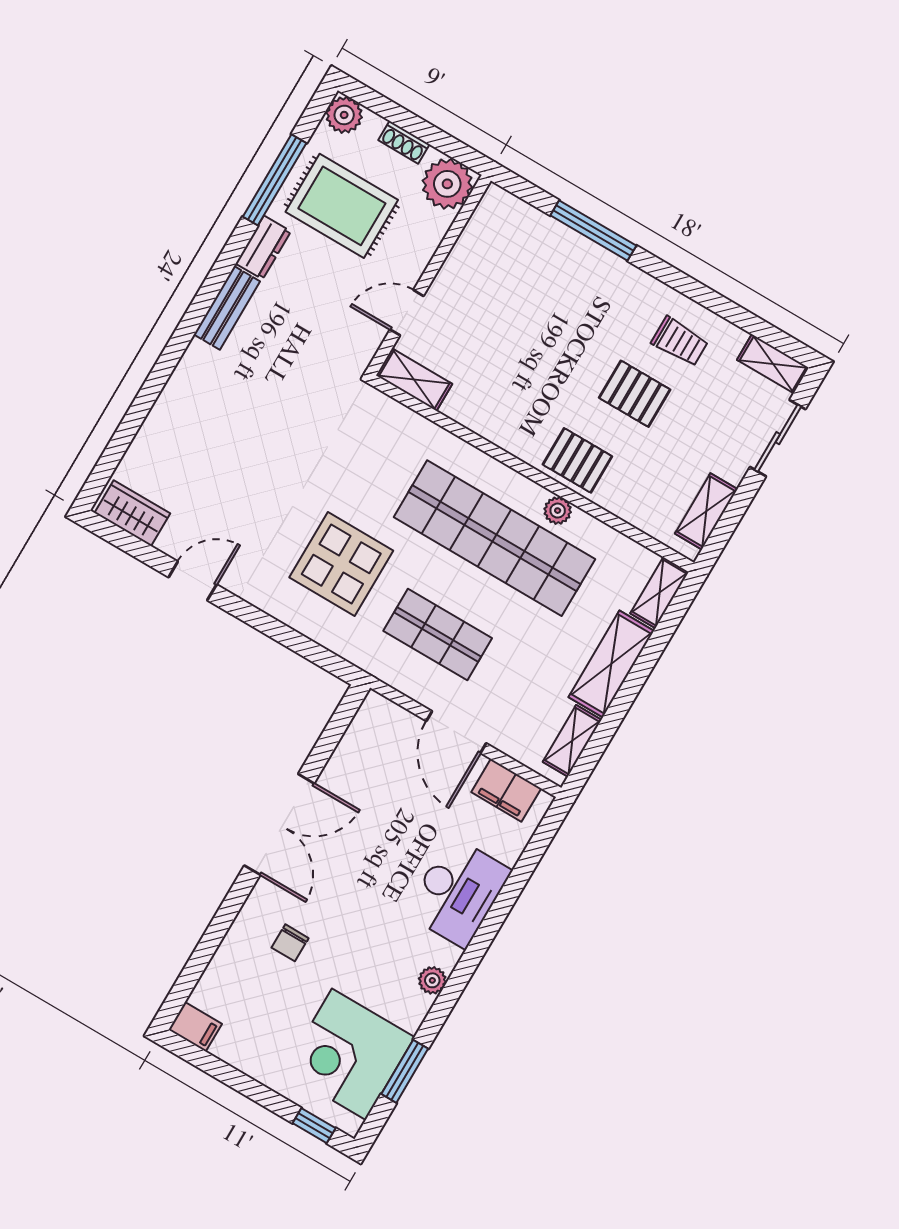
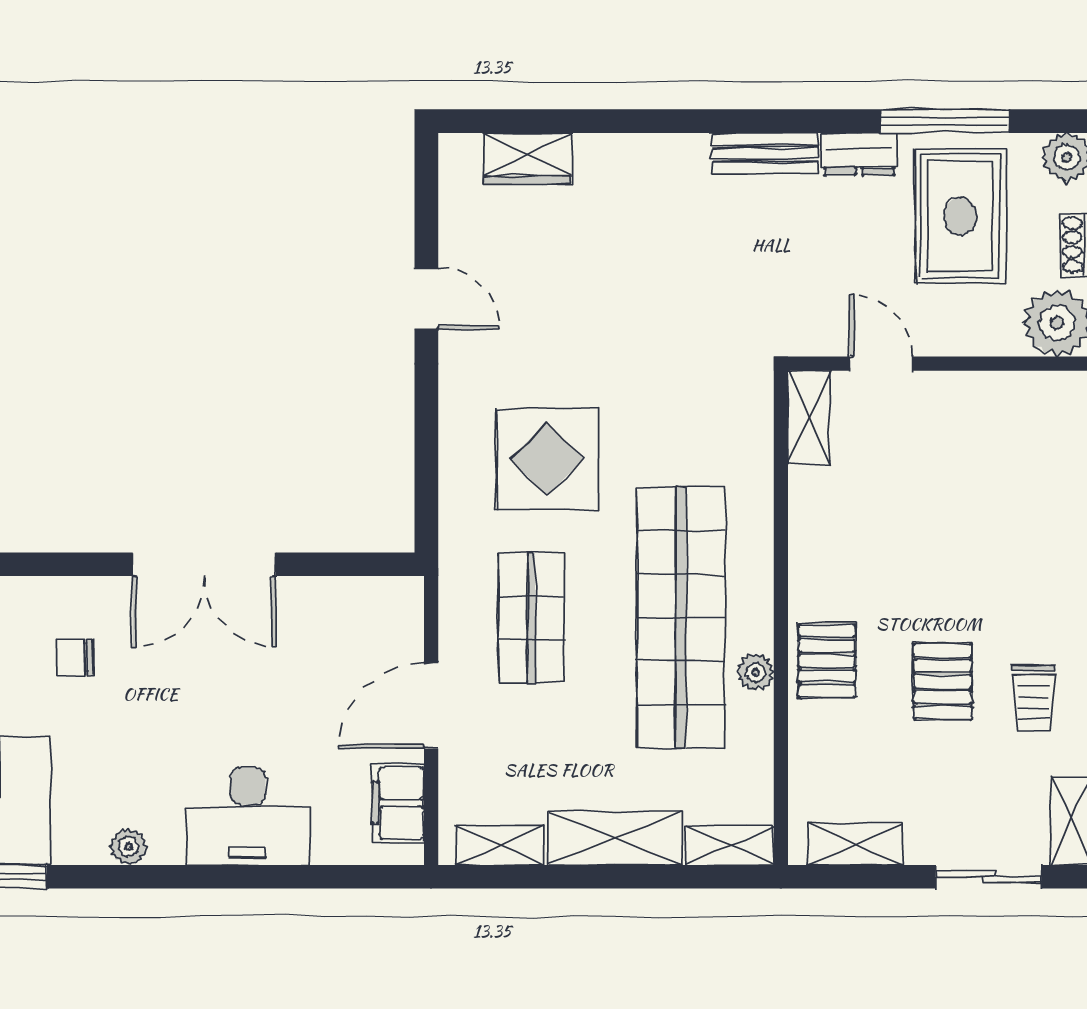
wardrobe: (132, 513) -> (527, 158), moved, turned 90

